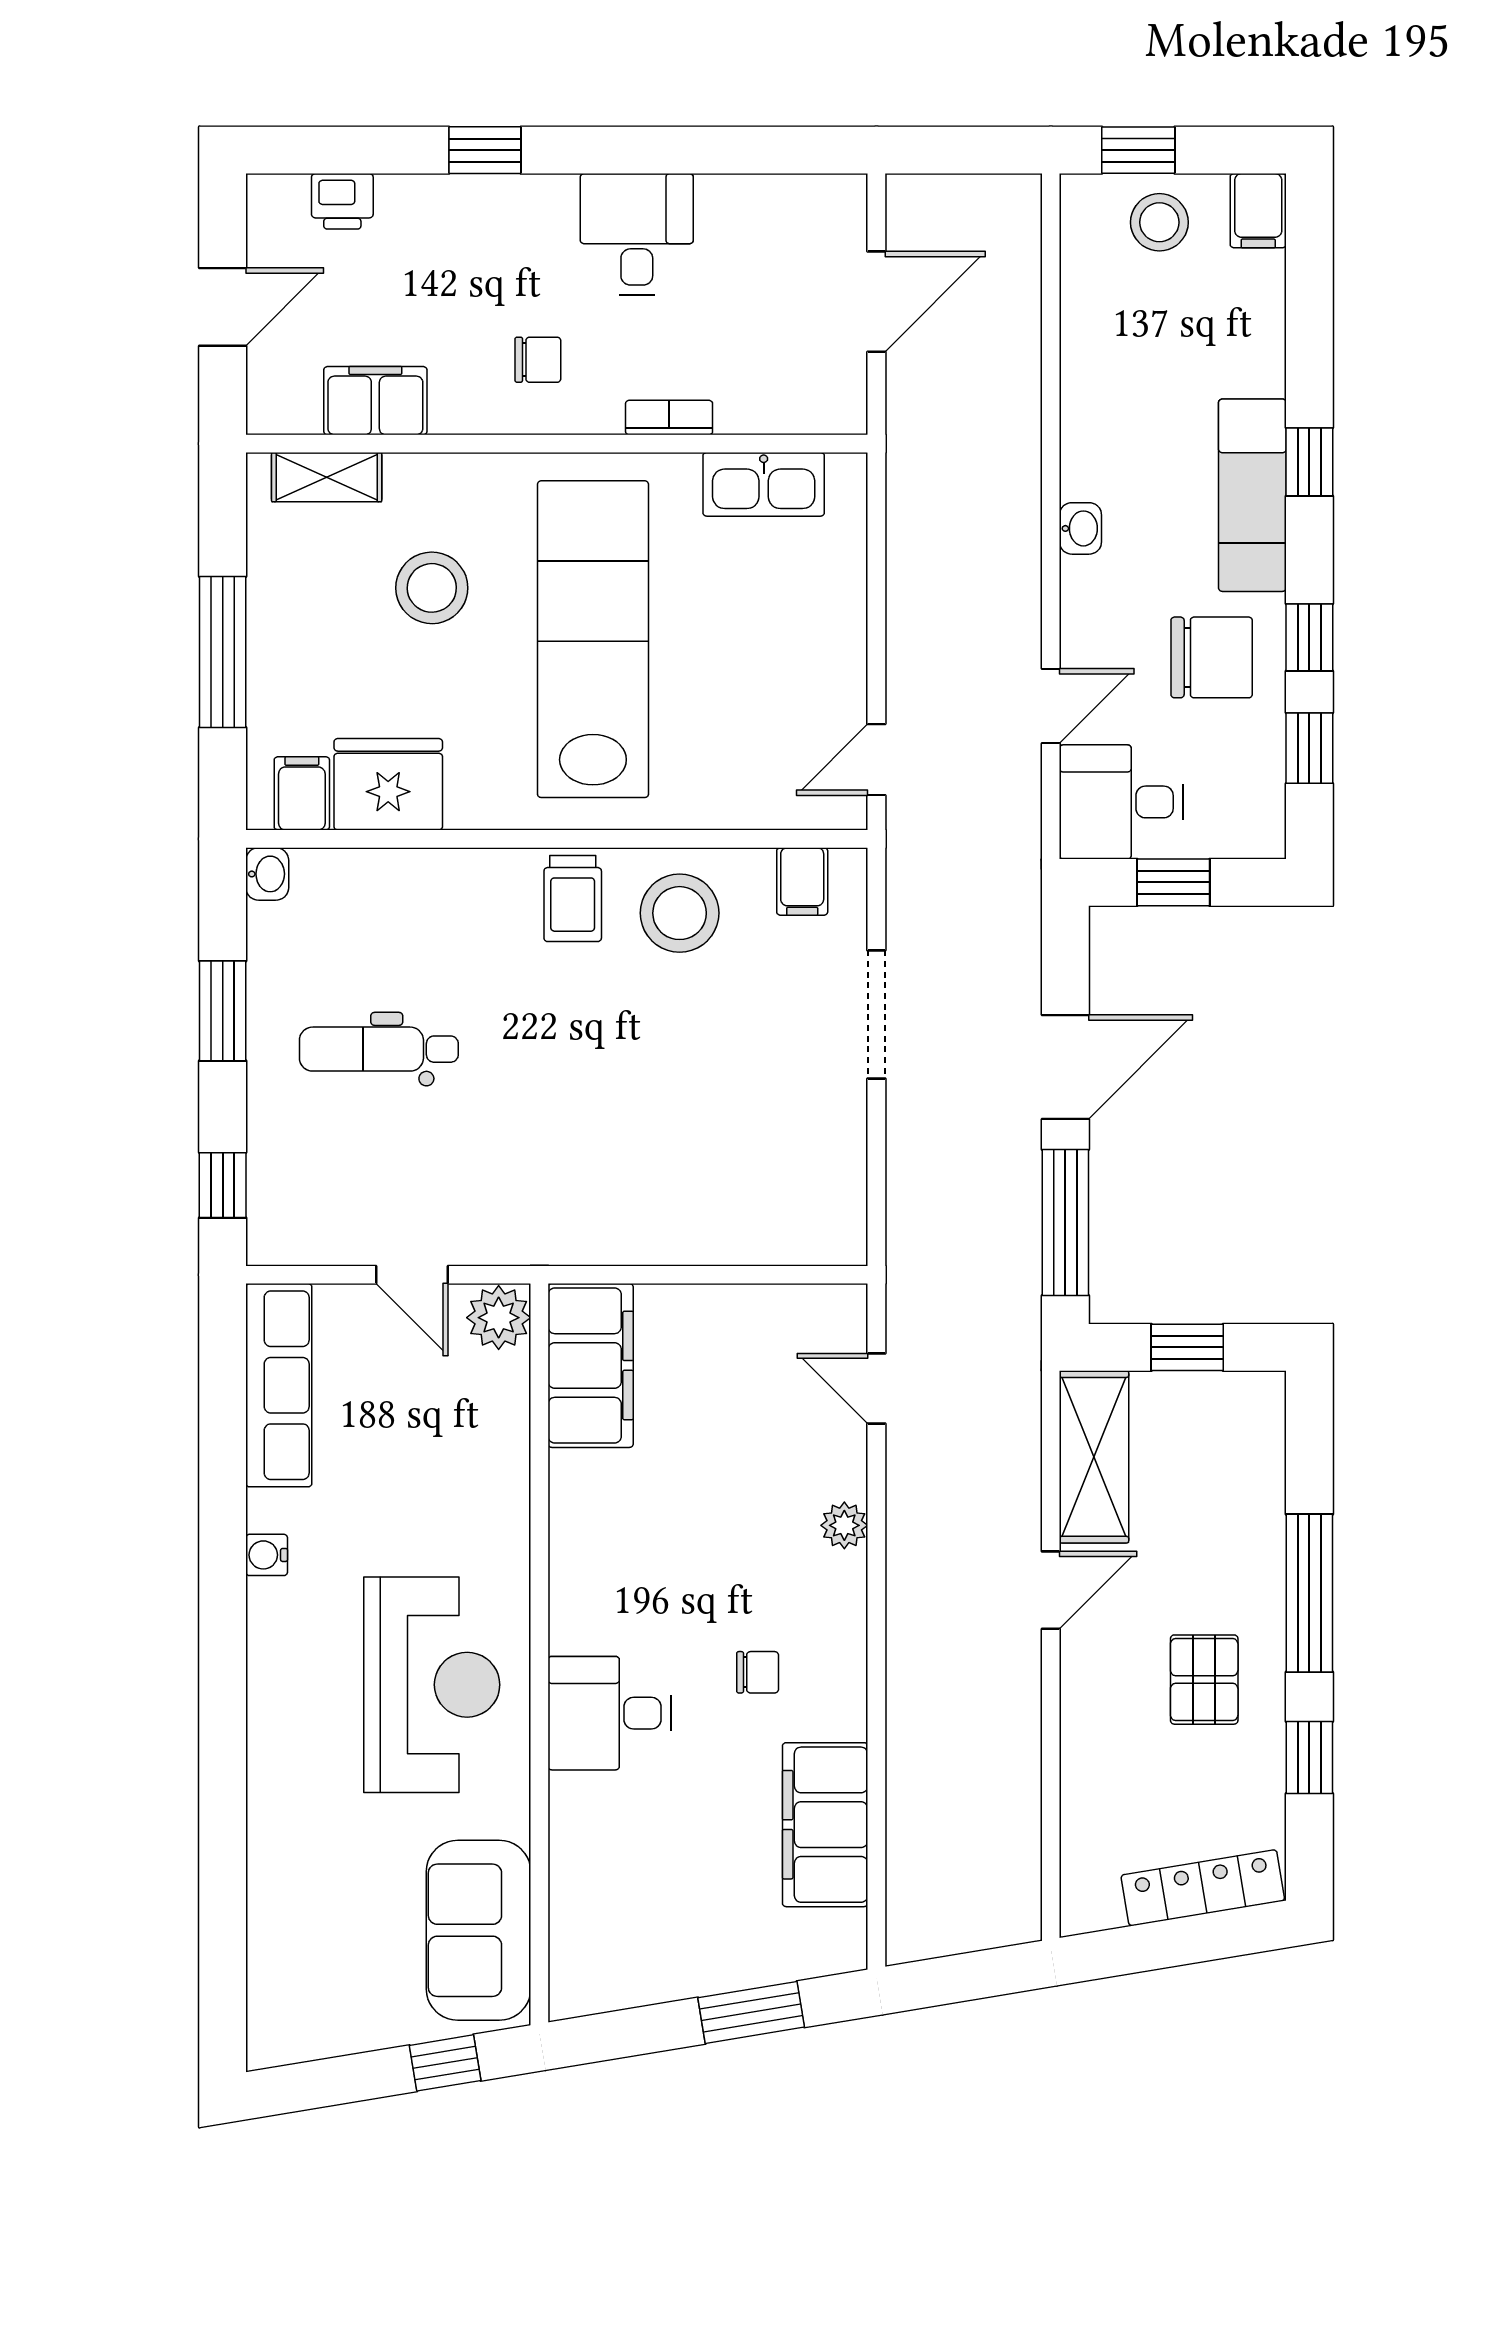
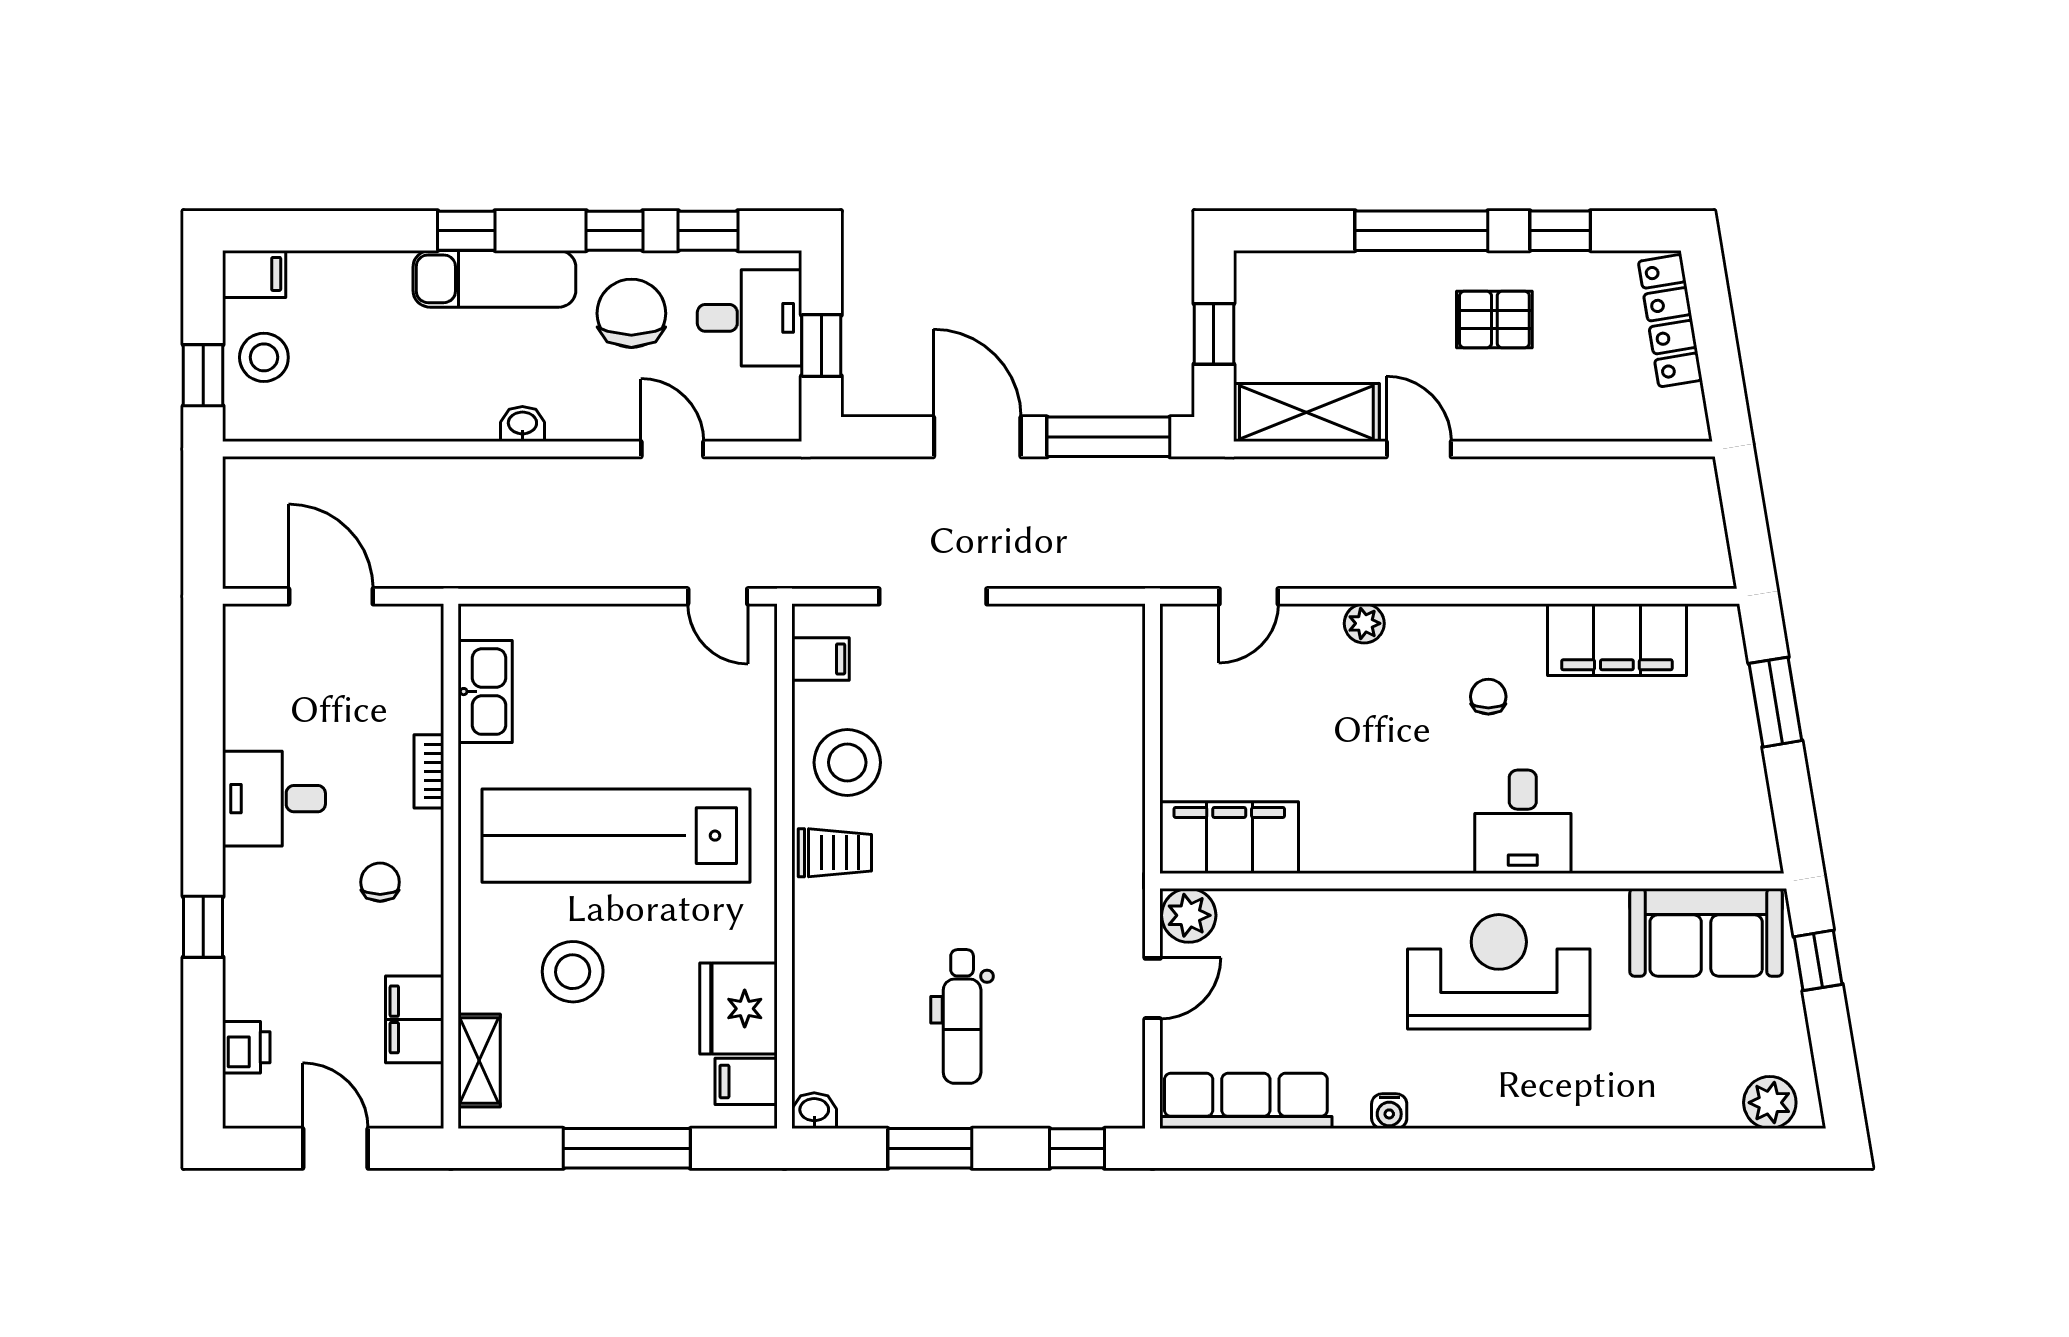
desk: (1121, 802) -> (750, 318), moved, turned -90
plant: (277, 2006) -> (1770, 1103), added

